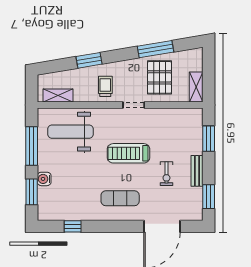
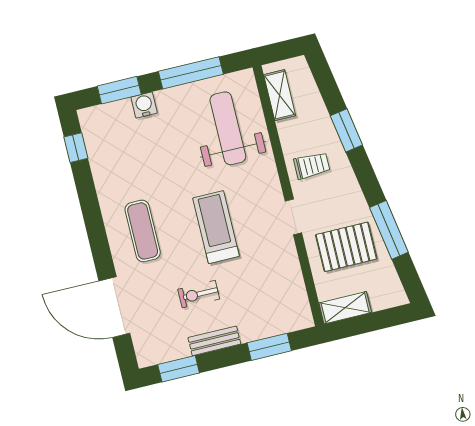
window: (73, 226) -> (76, 148), moved

